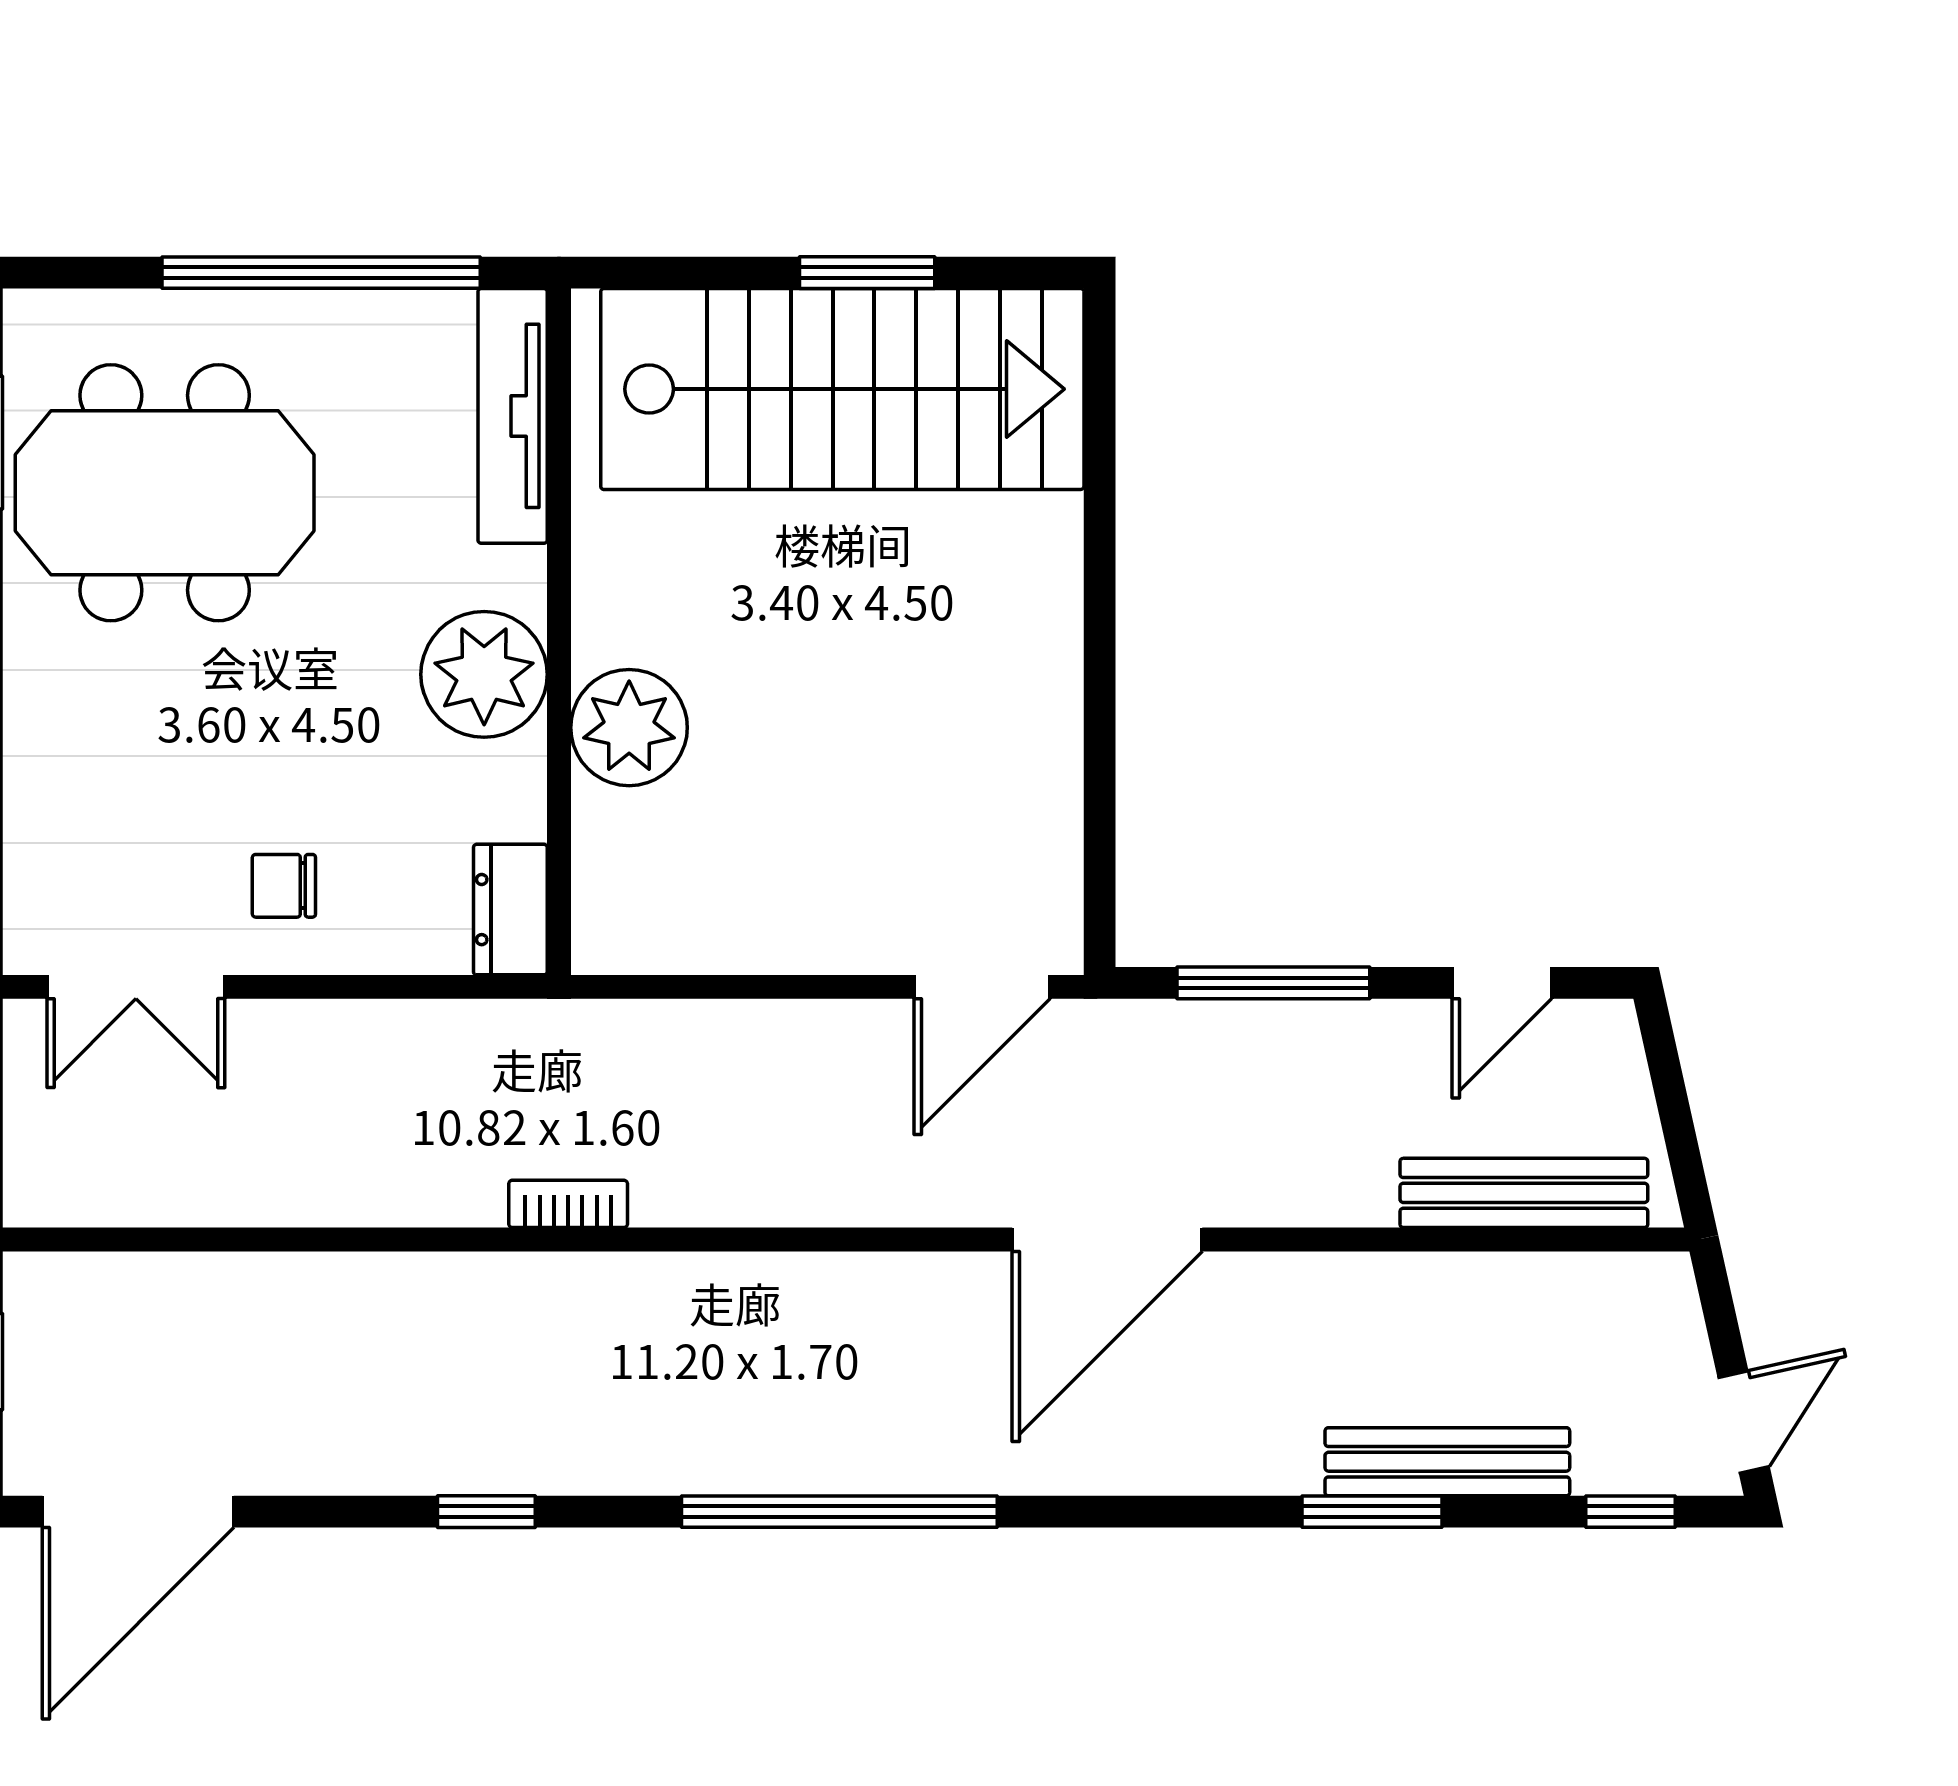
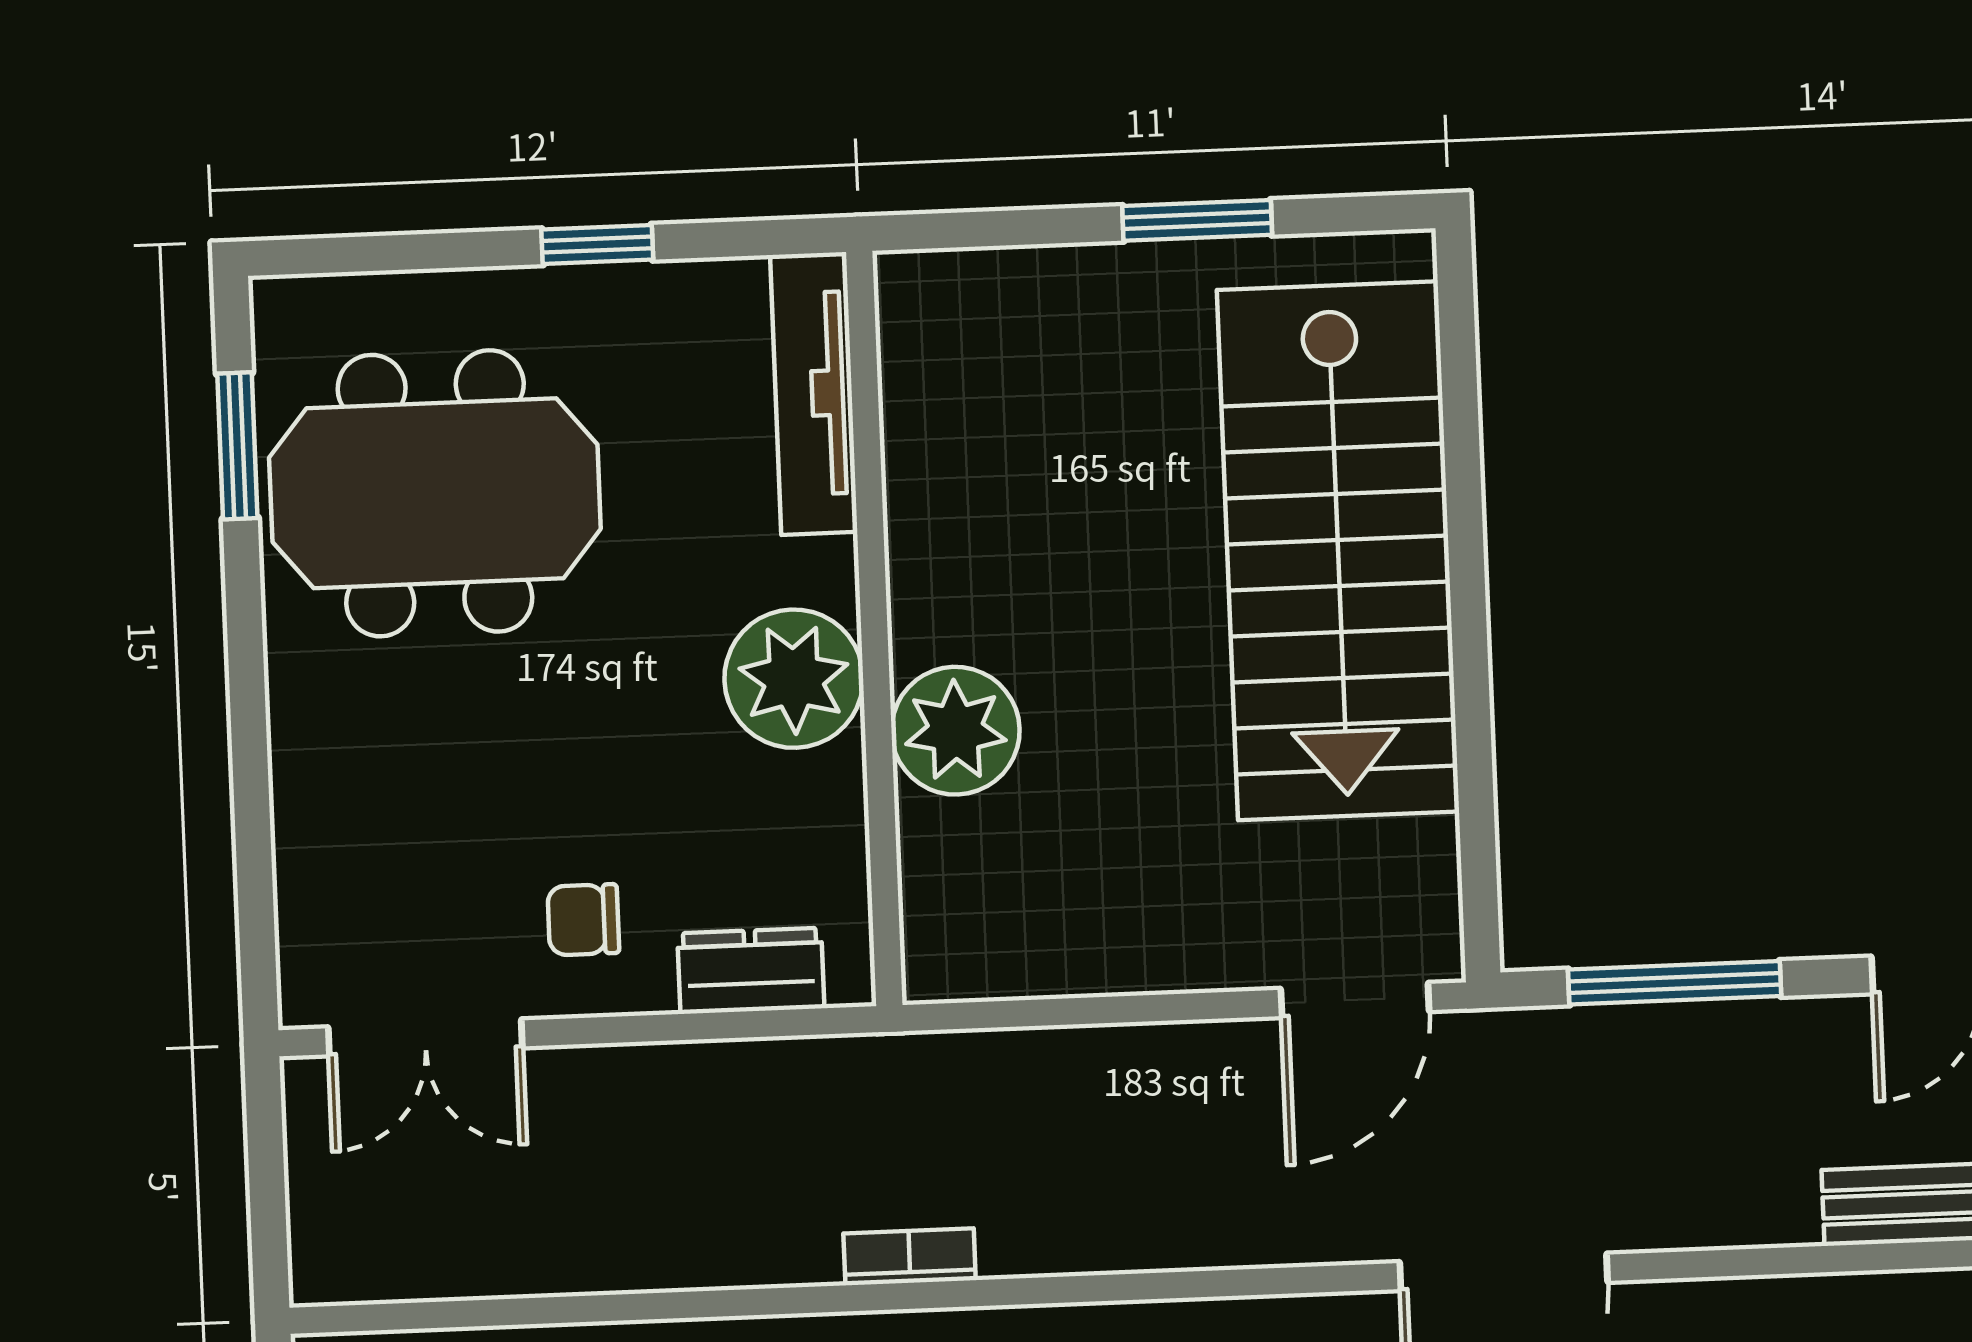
window: (321, 273) -> (597, 244), width x0.32
stairs: (842, 389) -> (1338, 551), moved, turned 90
dresser: (510, 910) -> (751, 971), moved, turned 90

